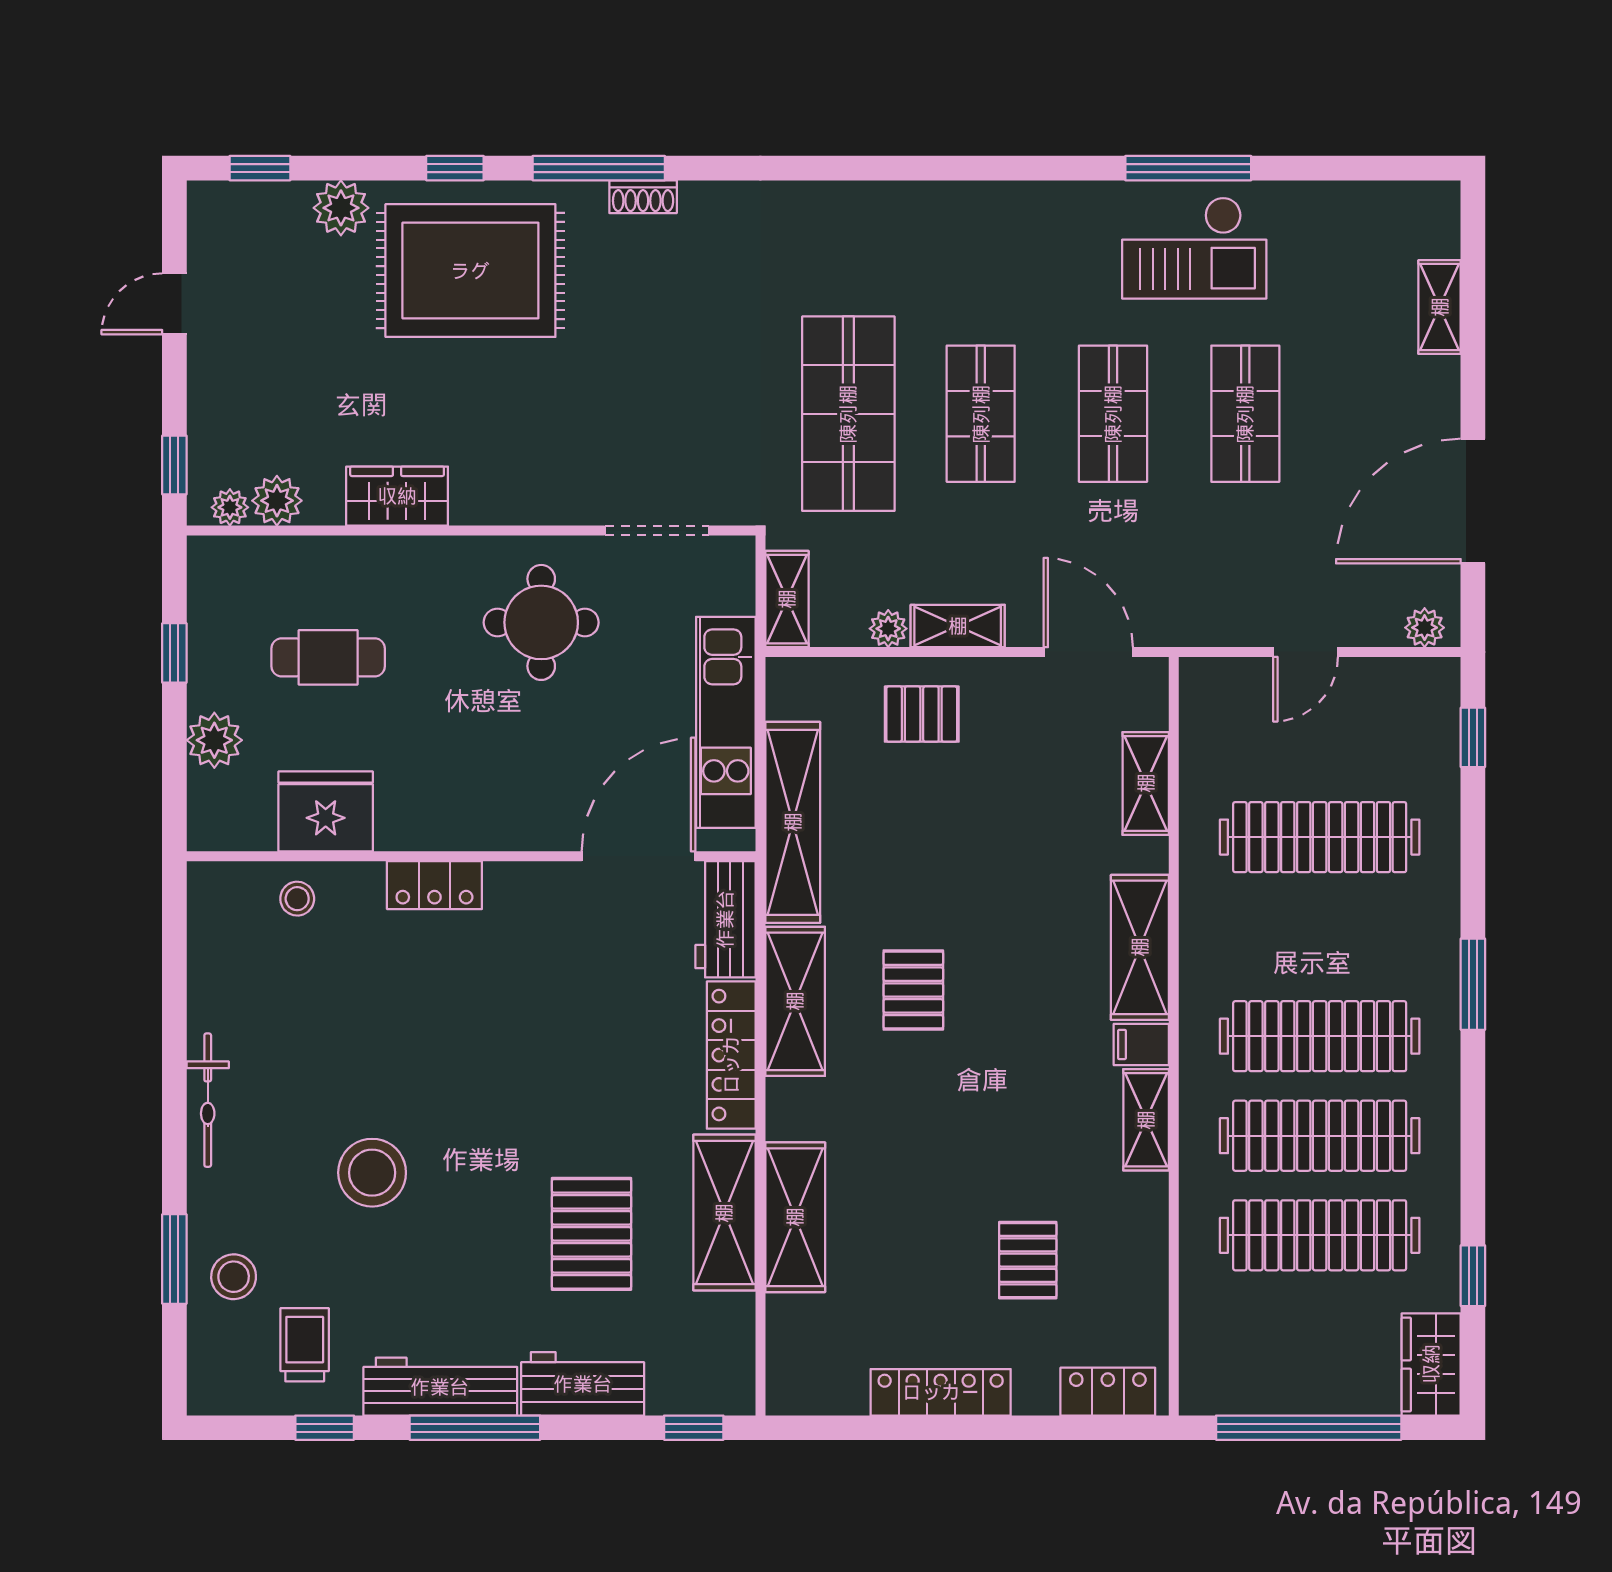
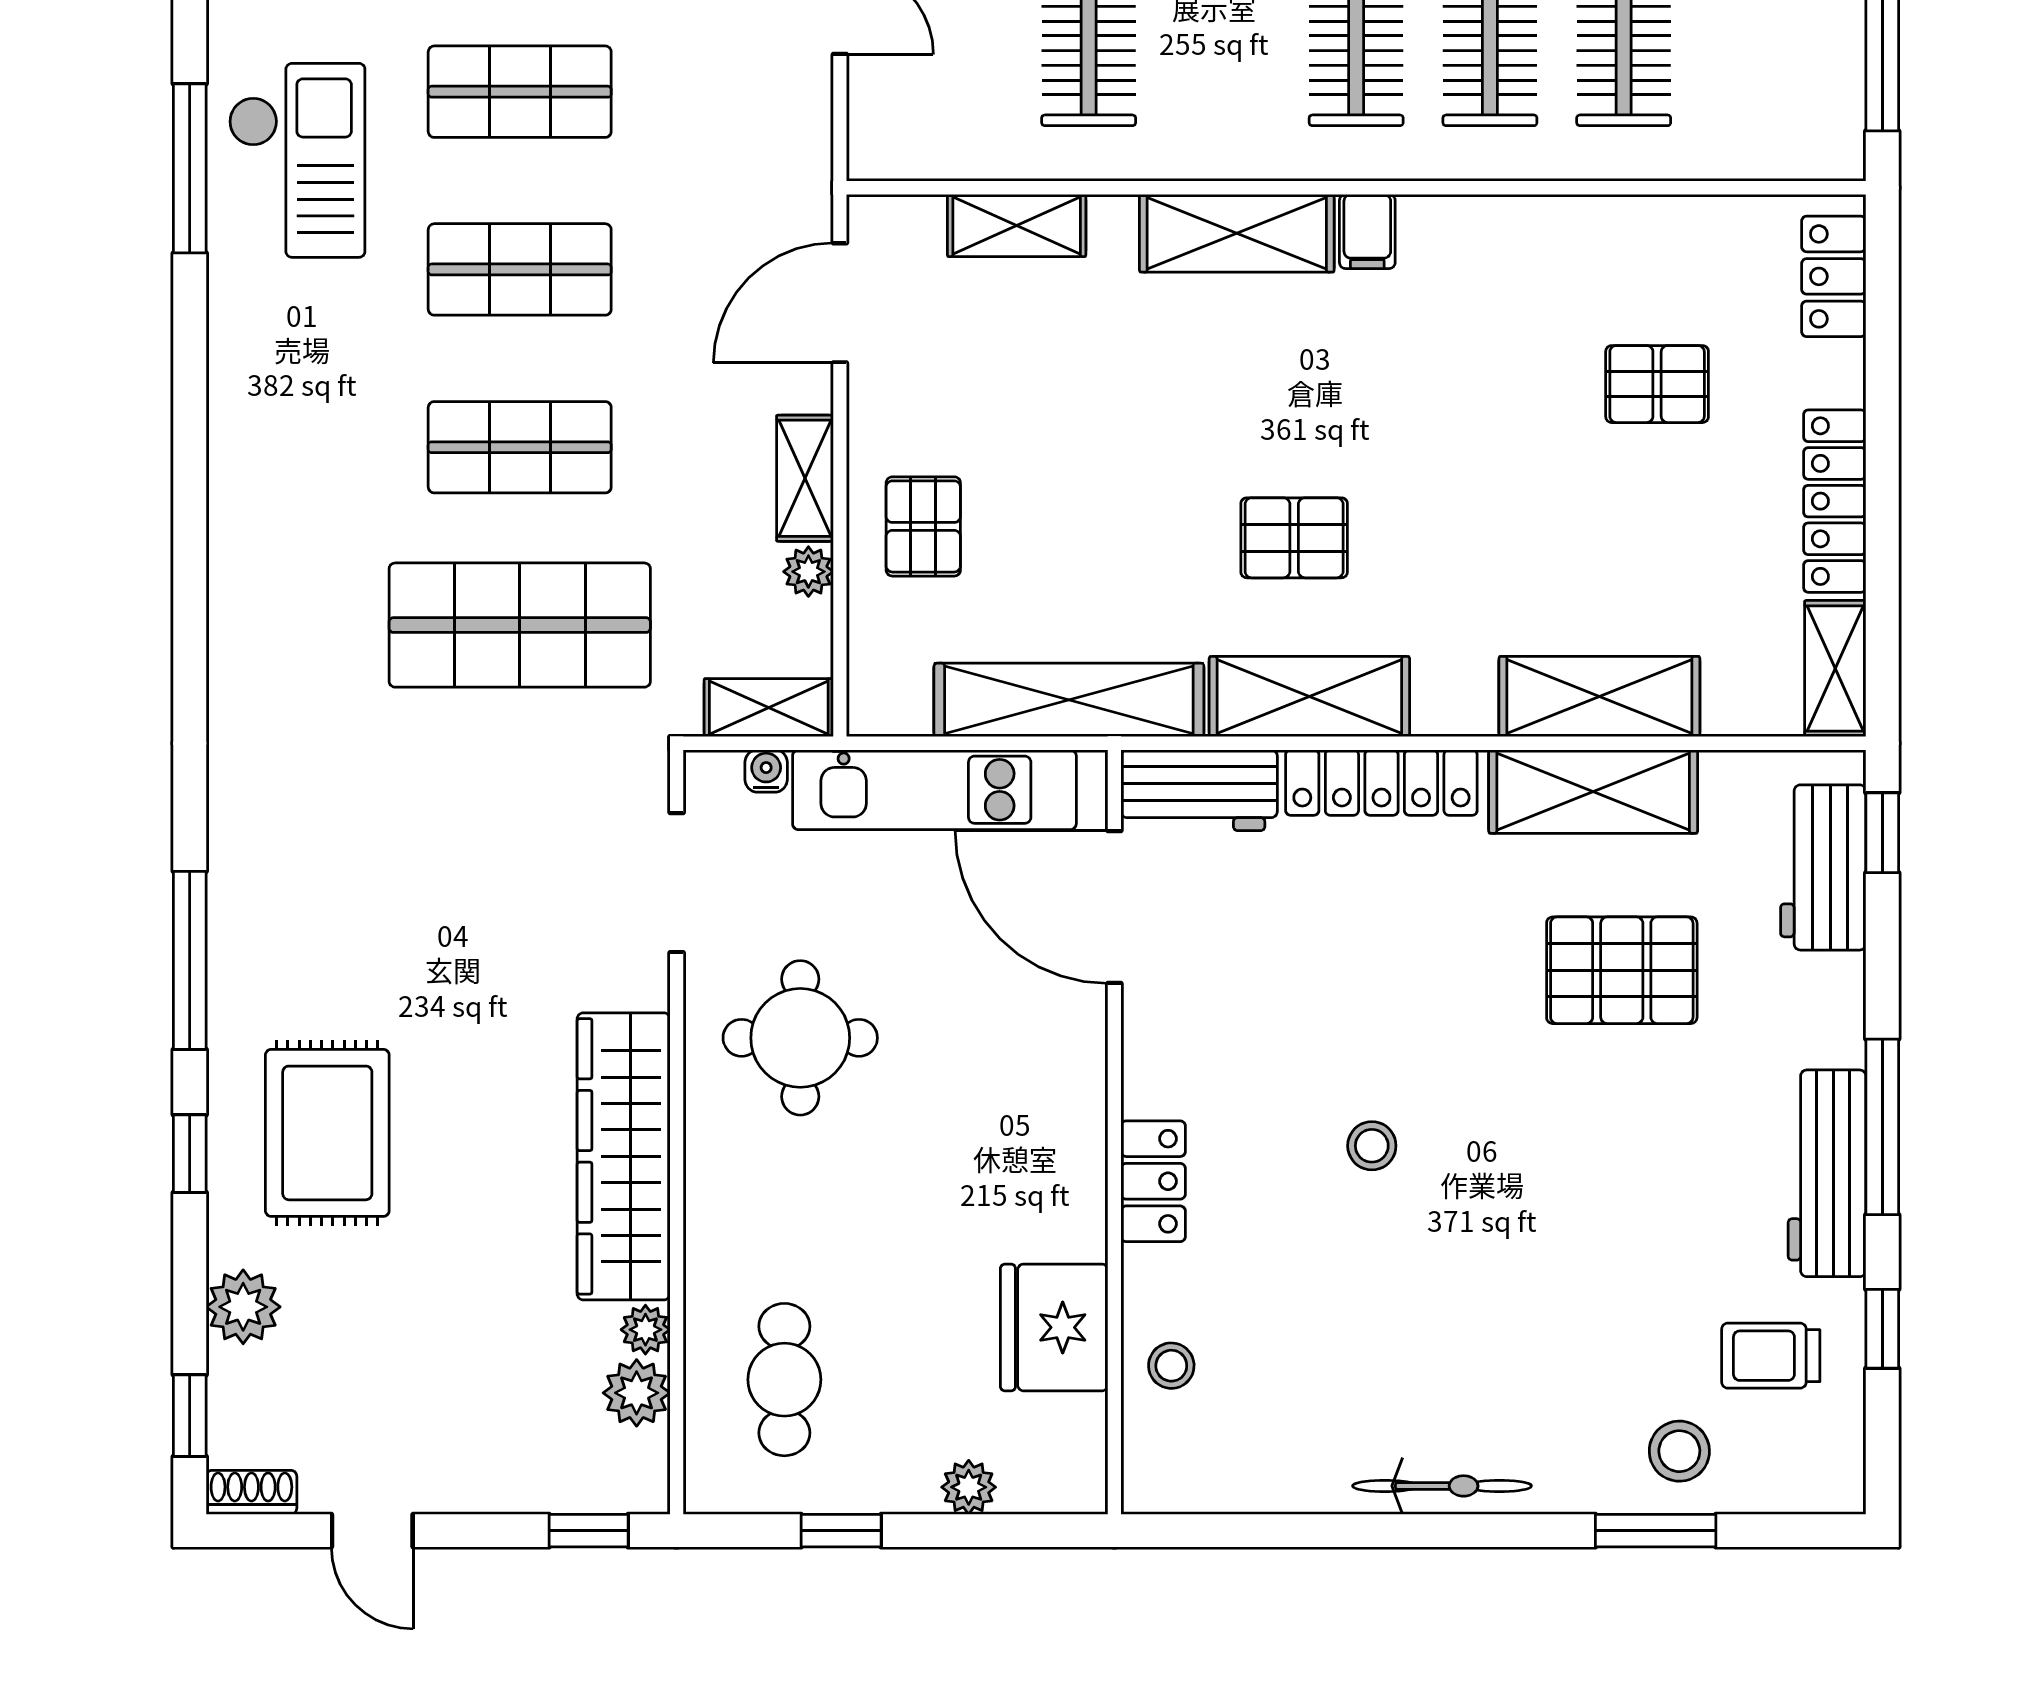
shoe rack: (643, 197) -> (251, 1492), moved, turned -90
rug: (470, 271) -> (327, 1133), width x0.73, depth x0.69
wardrobe: (397, 496) -> (624, 1156), width x2.10, depth x1.17
plant: (230, 507) -> (645, 1330), moved
water cooler: (740, 597) -> (766, 771), added
cafe table: (328, 657) -> (784, 1380), moved
plant: (214, 740) -> (969, 1487), width x0.73, depth x0.73
shelving: (1146, 1120) -> (1835, 669), moved, turned 90
stool: (372, 1173) -> (1372, 1146), moved, width x0.53, depth x0.53
workbench: (583, 1384) -> (1823, 867), moved

